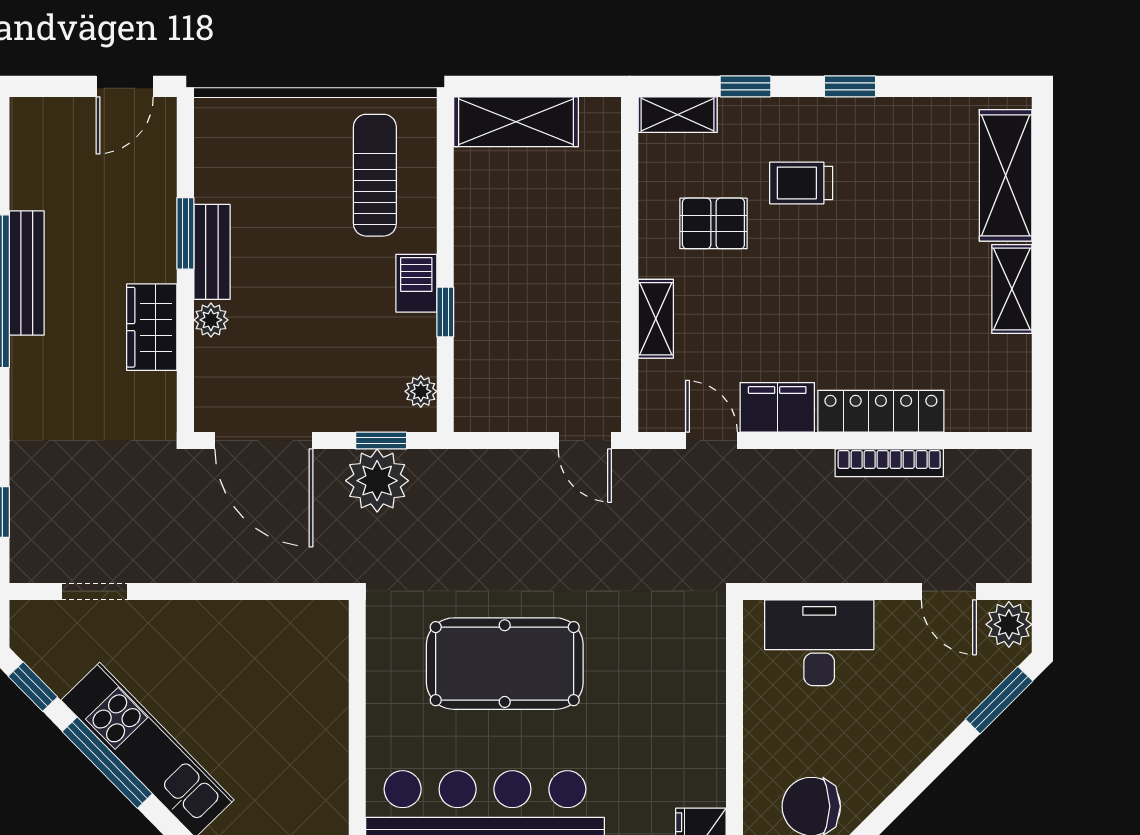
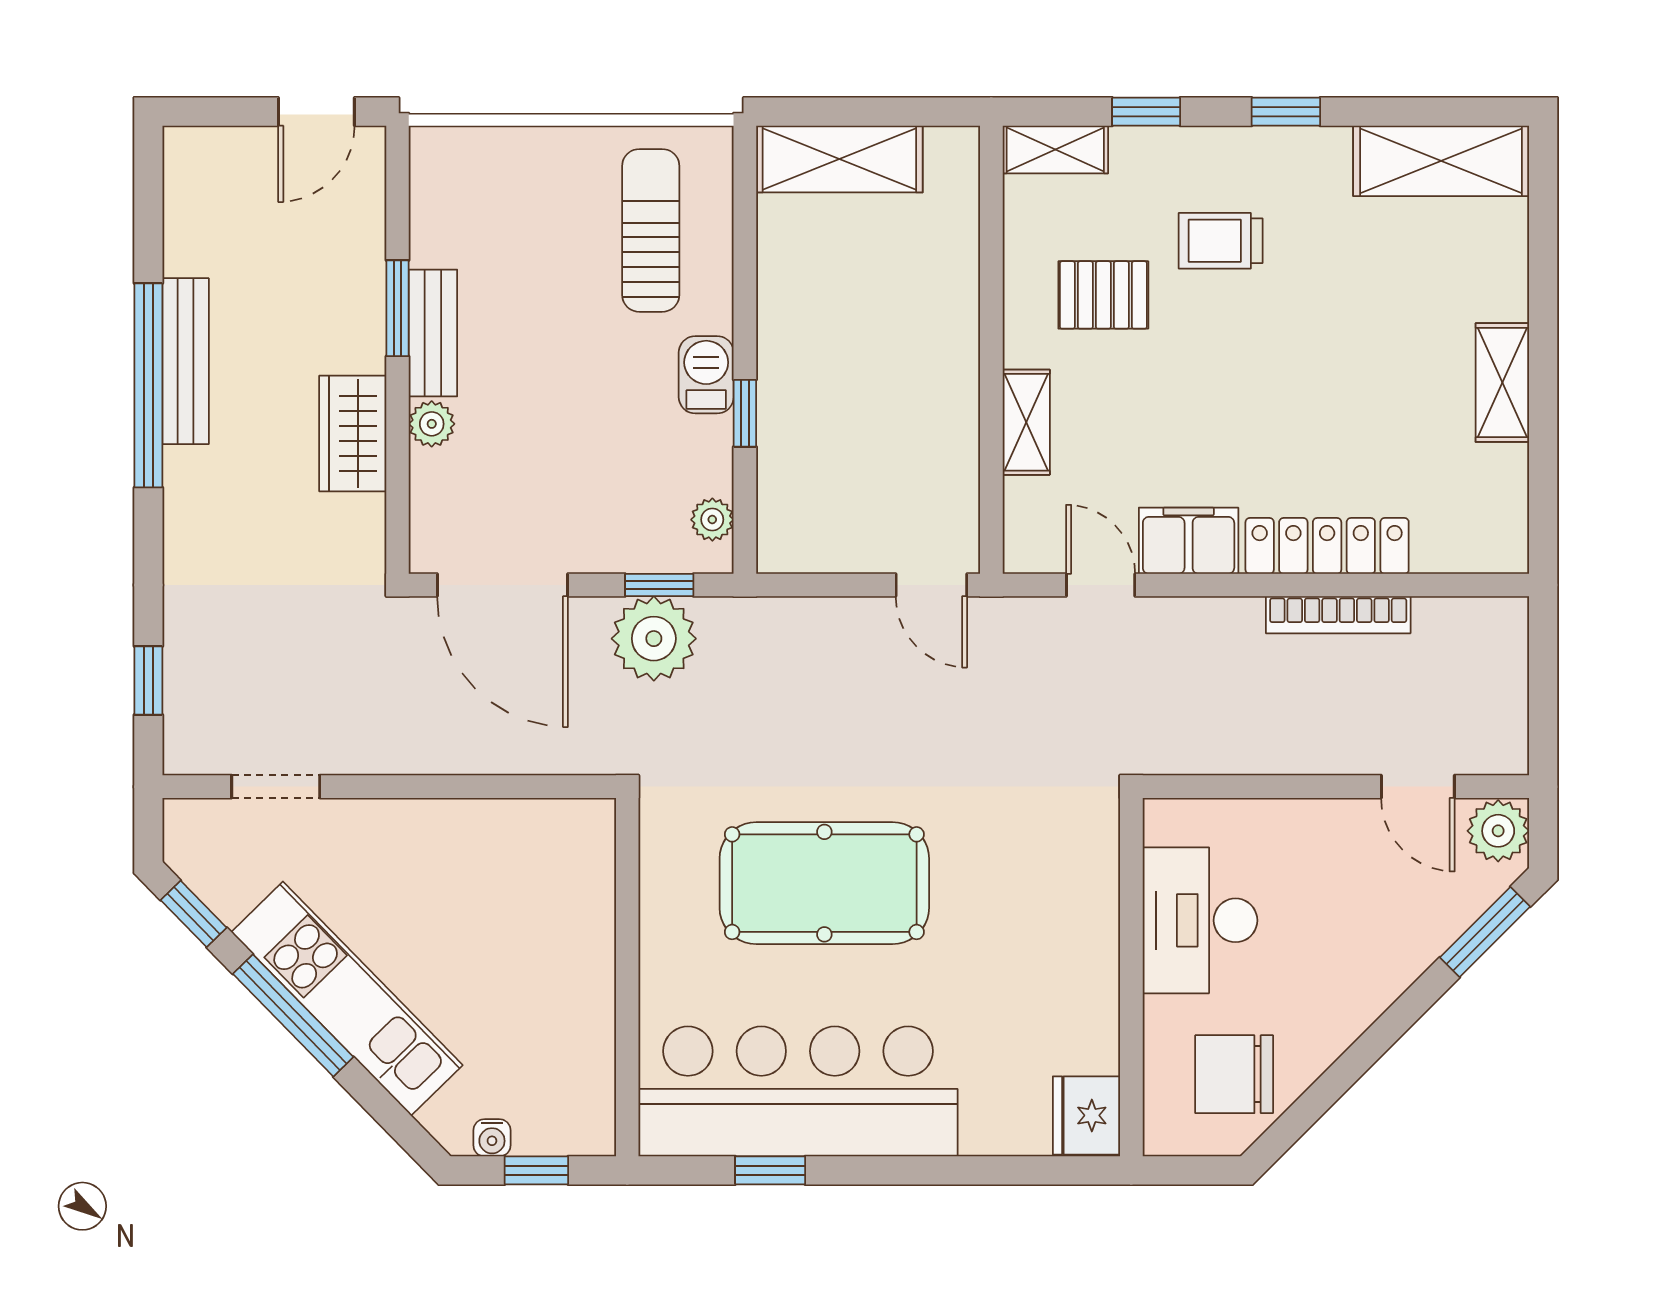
shelving: (1006, 175) -> (1441, 161), moved, turned 90
desk: (819, 643) -> (1200, 920), moved, turned -90

